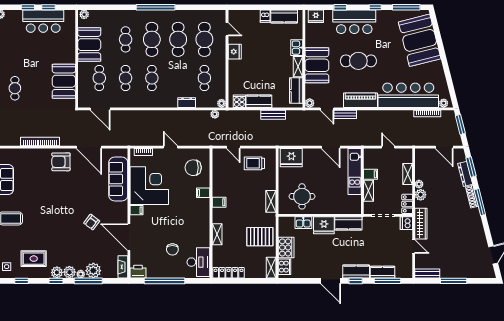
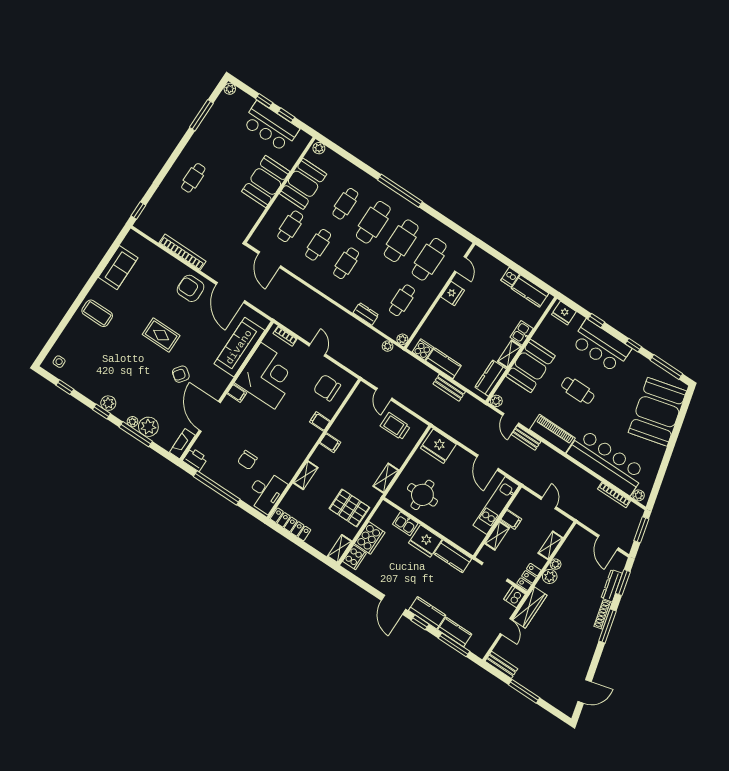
cafe table: (358, 61) -> (578, 390), width x0.73, depth x0.74
booth: (64, 81) -> (266, 181), moved
rug: (34, 259) -> (161, 335), moved
plant: (69, 272) -> (122, 412), removed

